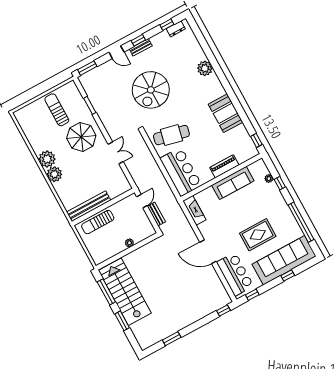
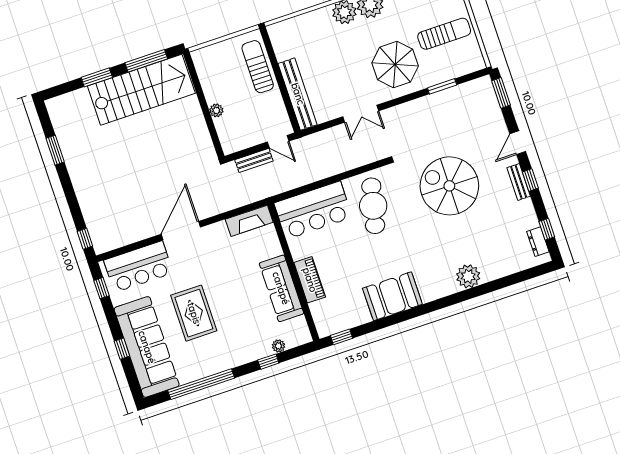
bench: (89, 206) -> (298, 94), moved

